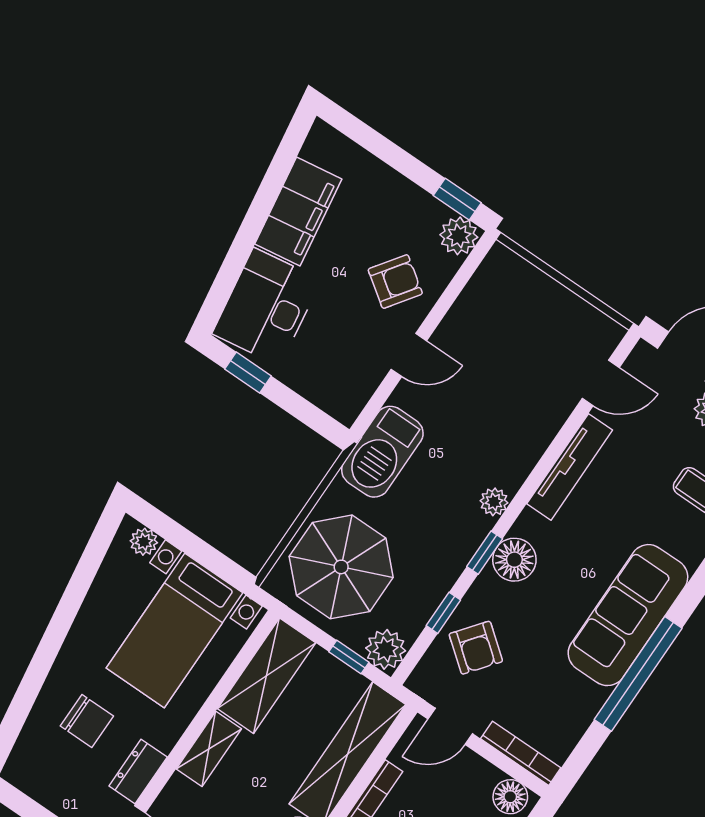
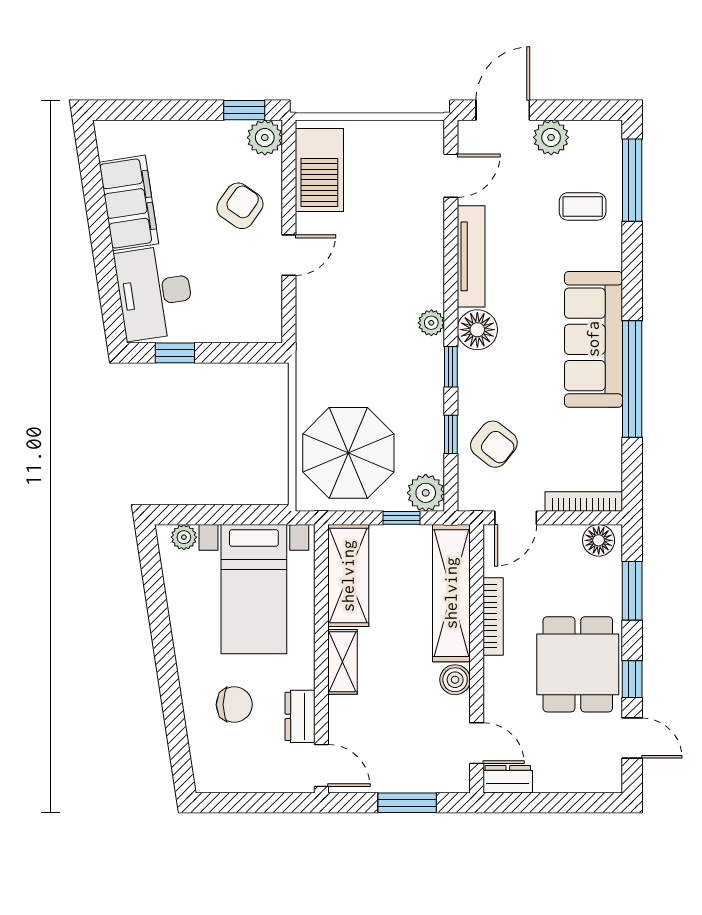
barbecue: (382, 452) -> (319, 170), moved
floor lamp: (514, 560) -> (477, 330), moved

